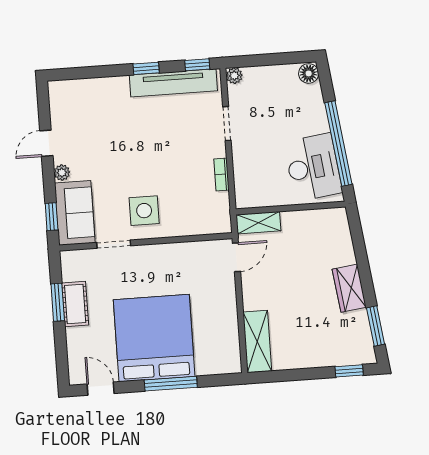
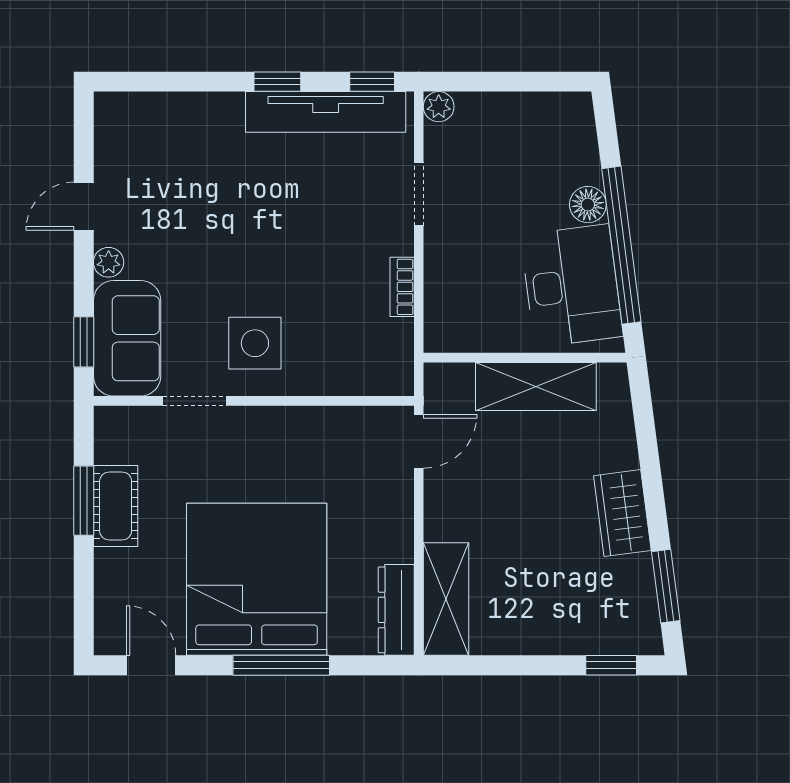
floor lamp: (309, 73) -> (588, 205), moved
shelving: (258, 223) -> (536, 387), moved, width x1.50, depth x1.33
dresser: (231, 349) -> (396, 610), added

